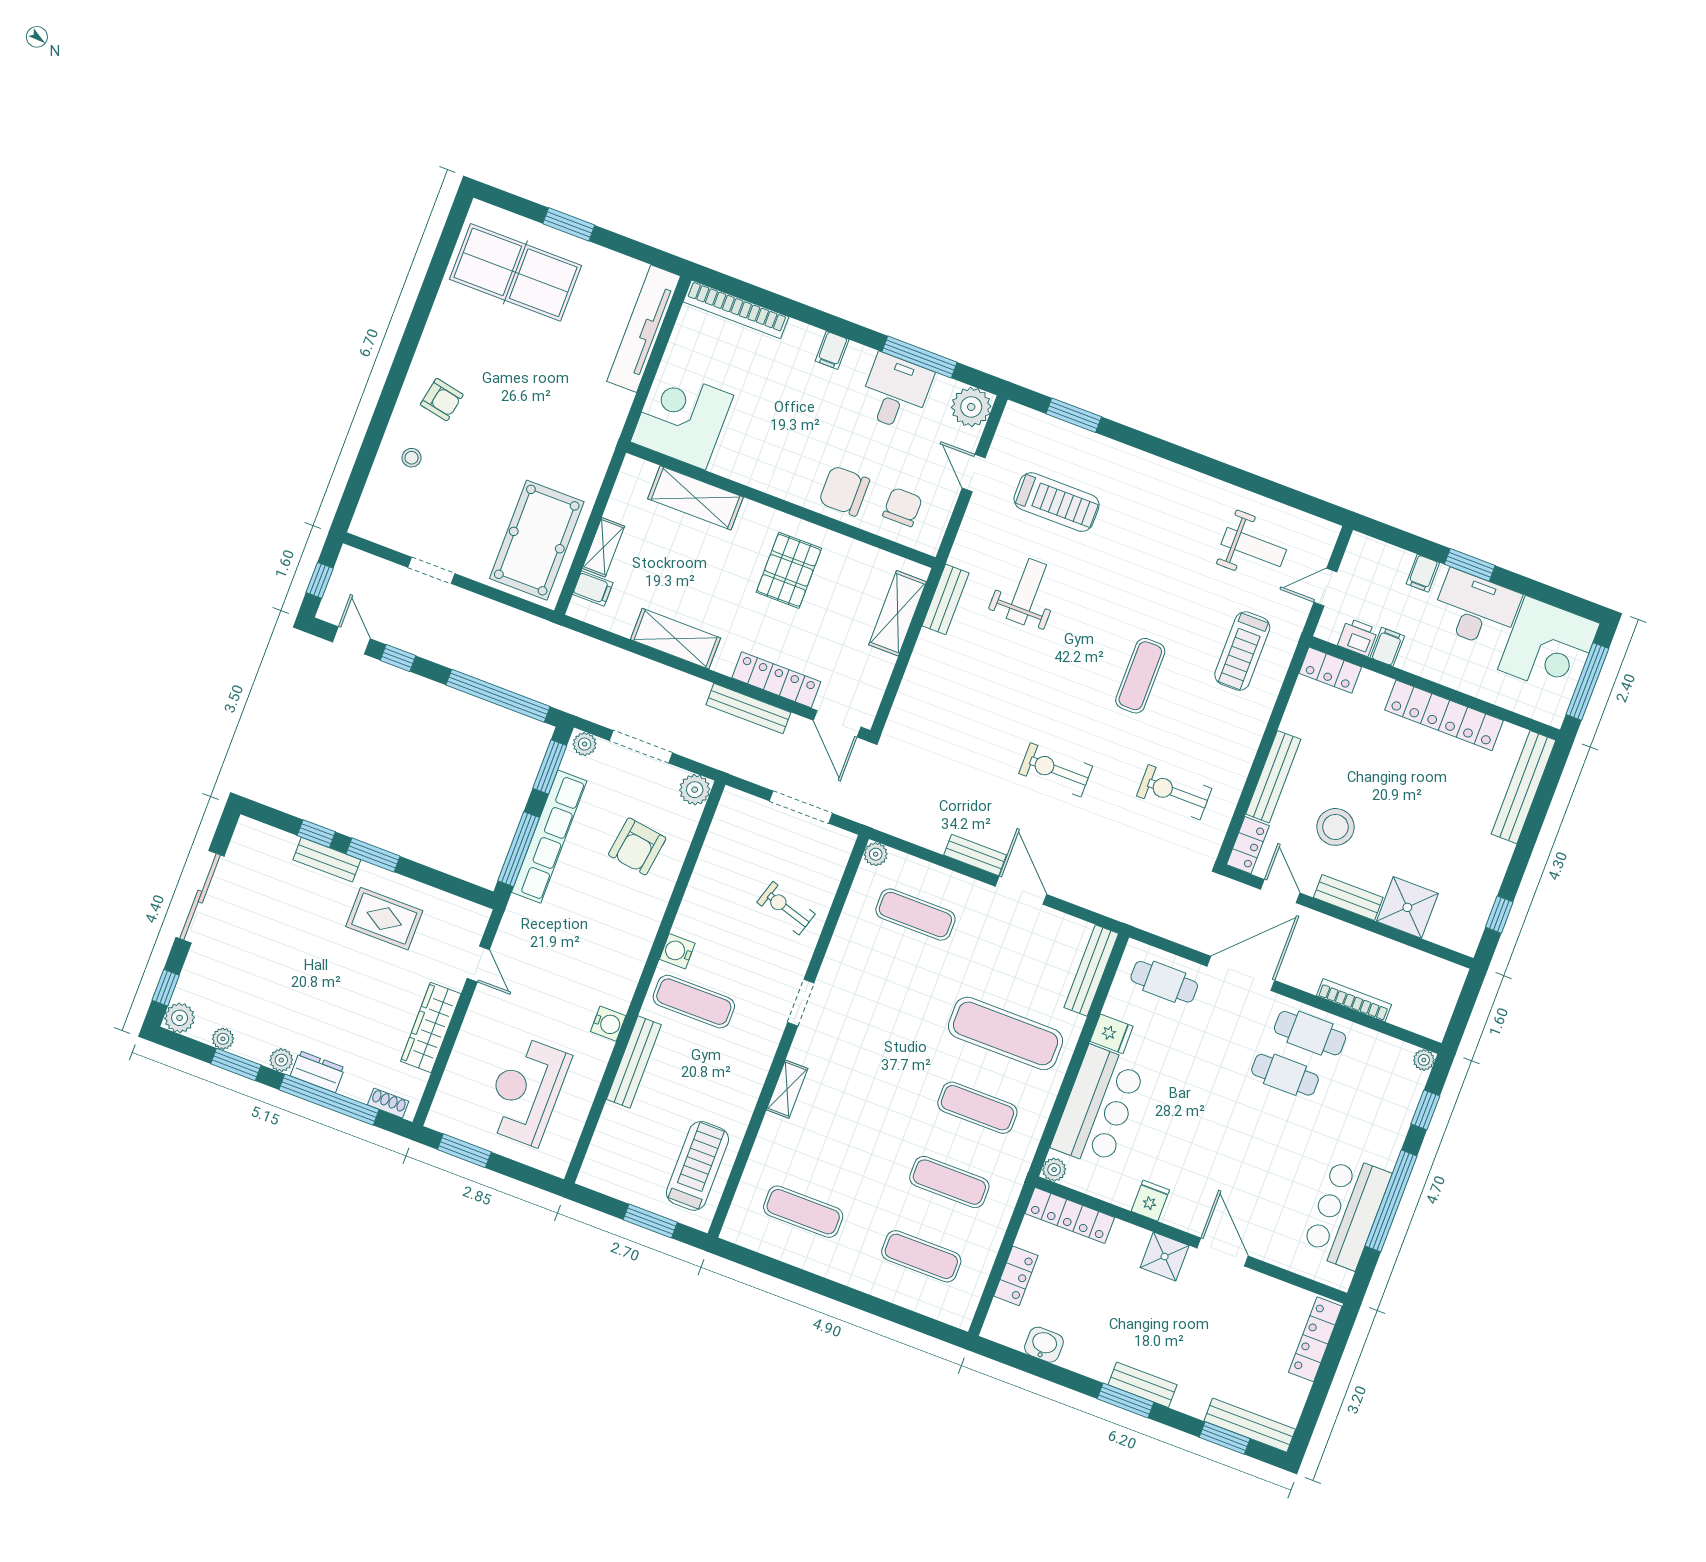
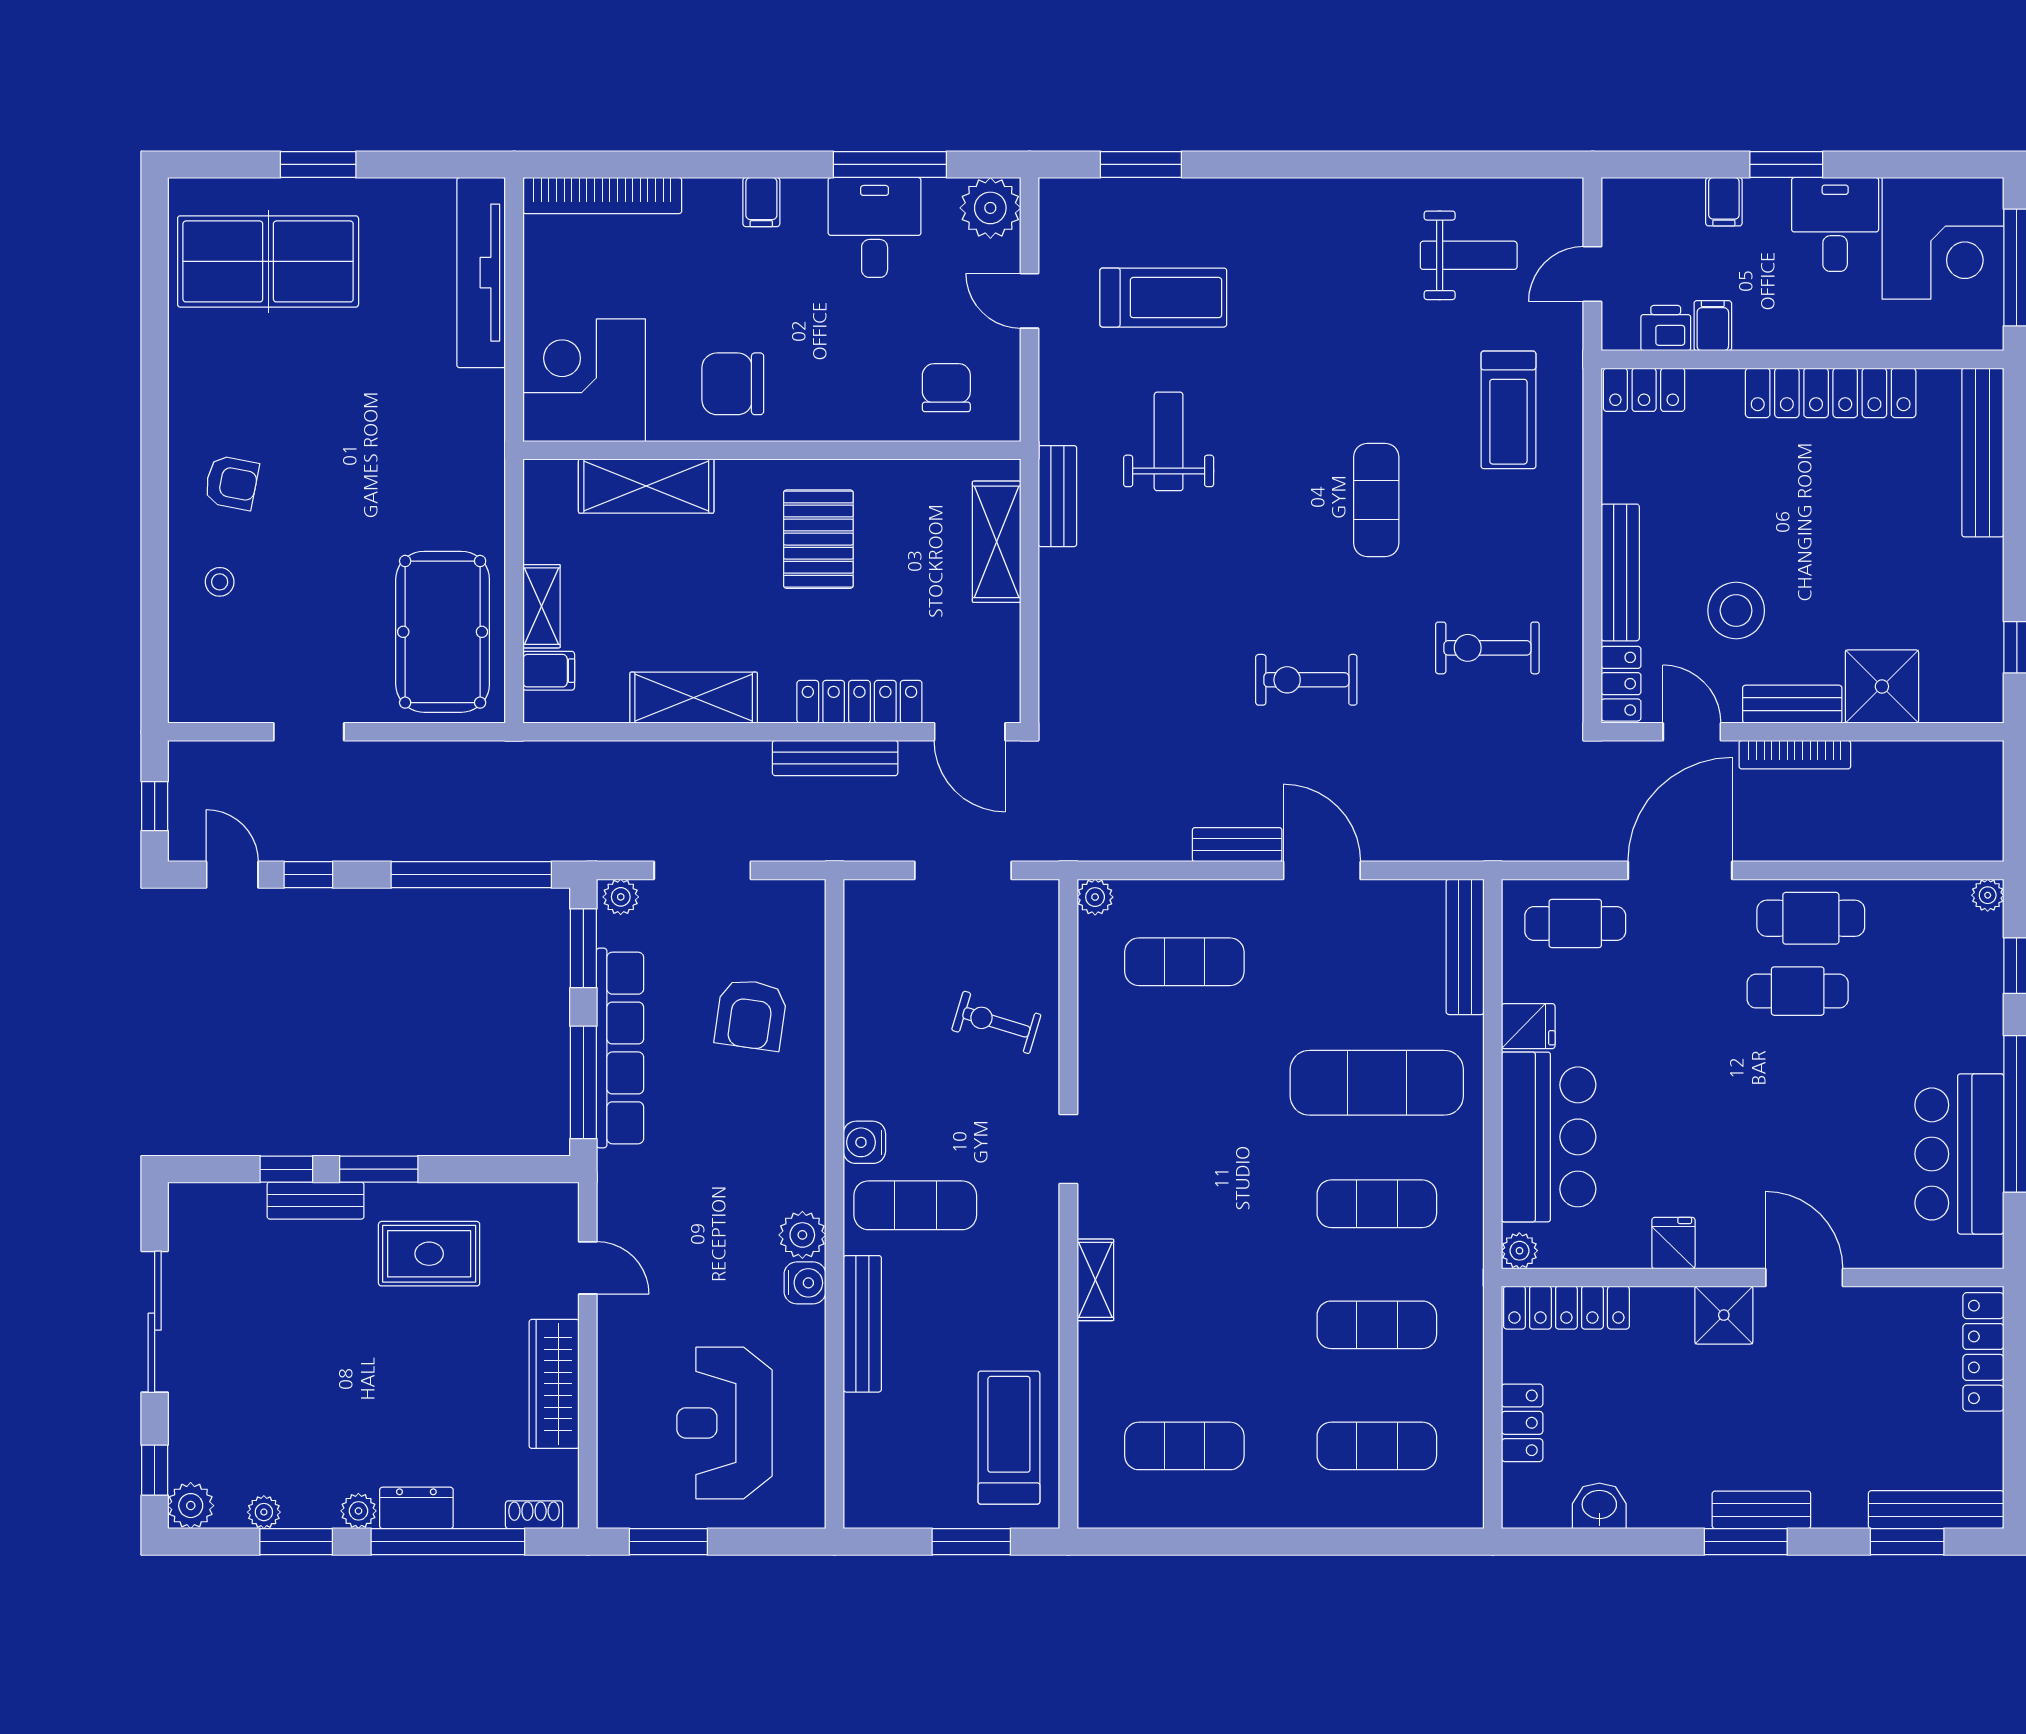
chair: (844, 491) -> (733, 384), moved
desk: (1476, 609) -> (1835, 224), width x0.73
plant: (695, 790) -> (802, 1235), moved
bookcase: (1354, 1000) -> (1795, 755), moved, turned 180

